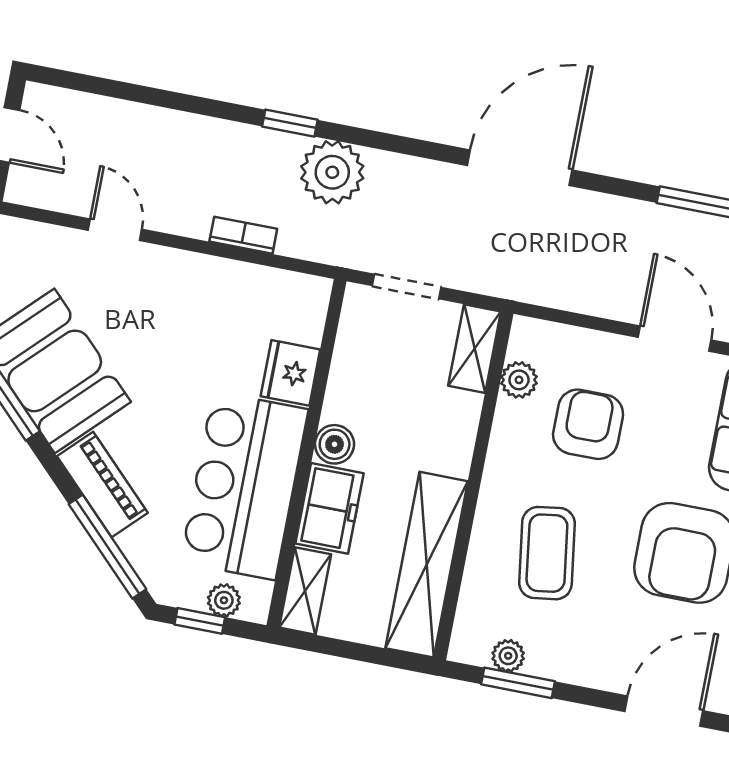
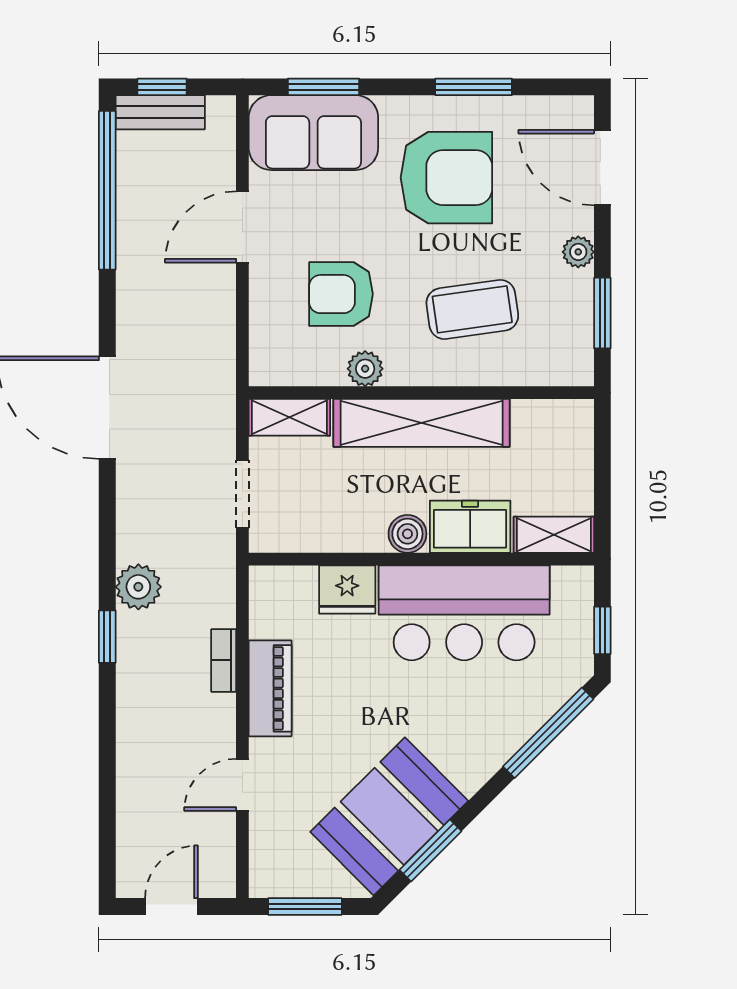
plant: (332, 172) -> (138, 587), width x0.73, depth x0.73
plant: (519, 380) -> (365, 369), moved
piano: (102, 485) -> (270, 688), moved, turned 135
shelving: (427, 565) -> (422, 423), moved
plant: (224, 600) -> (578, 611), removed
plant: (508, 656) -> (578, 252), moved

